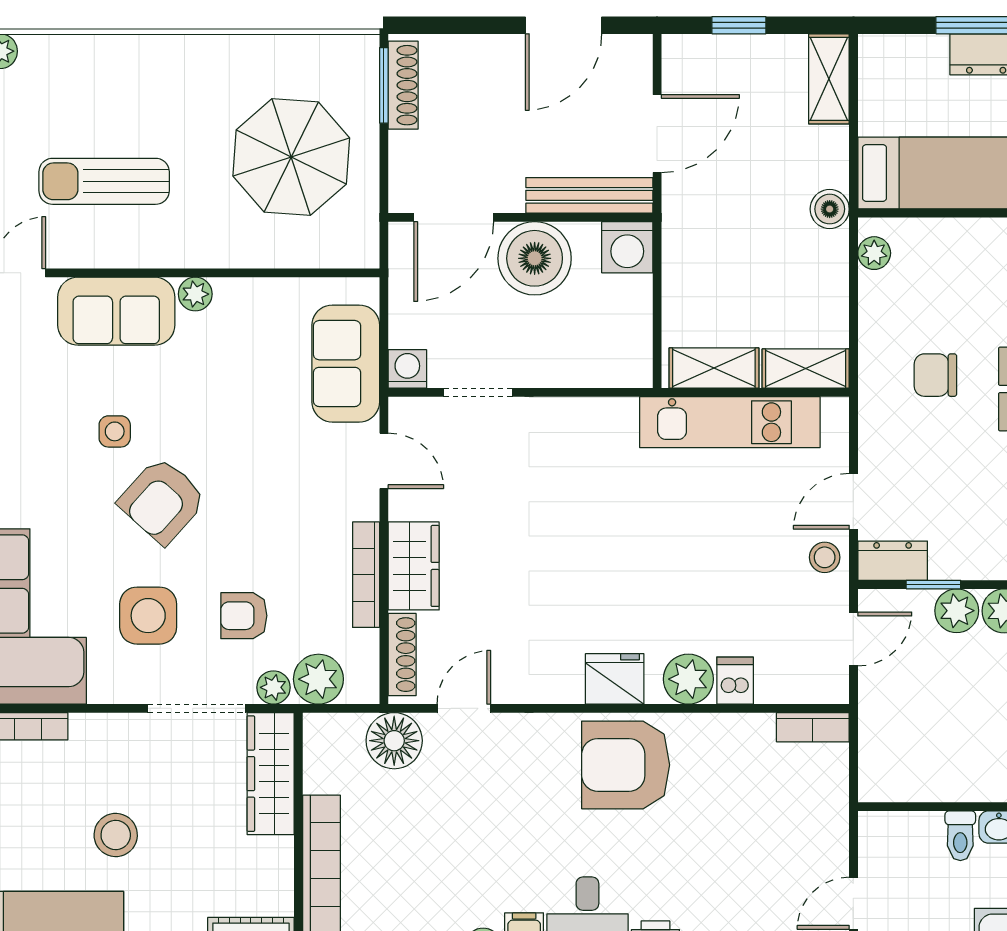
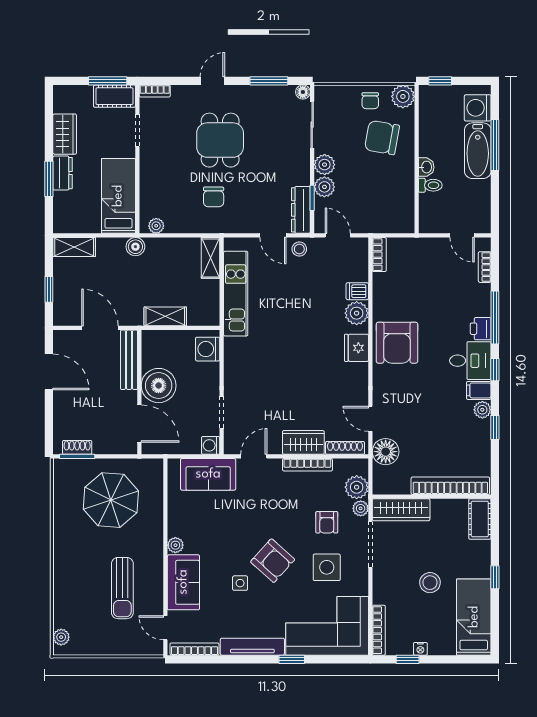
shoe rack: (403, 85) -> (77, 447), width x0.70
washing machine: (627, 247) -> (208, 349), moved, turned 180
shelving: (714, 368) -> (165, 316), moved, turned 90
dresser: (893, 561) -> (301, 210), width x1.44

